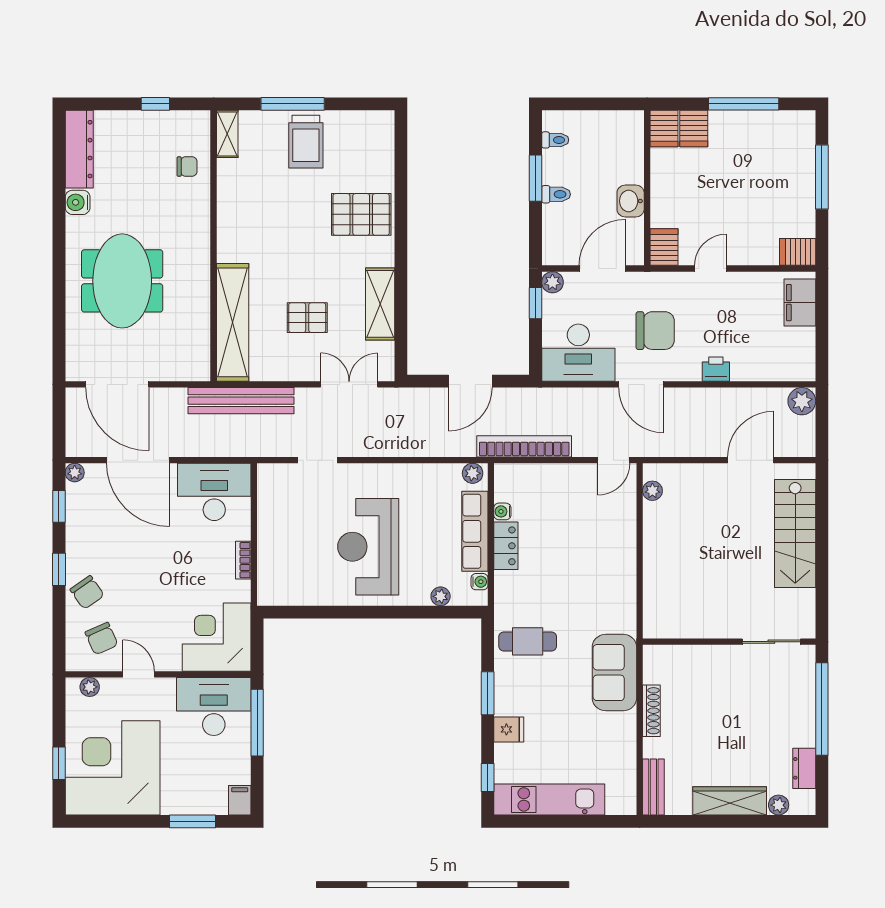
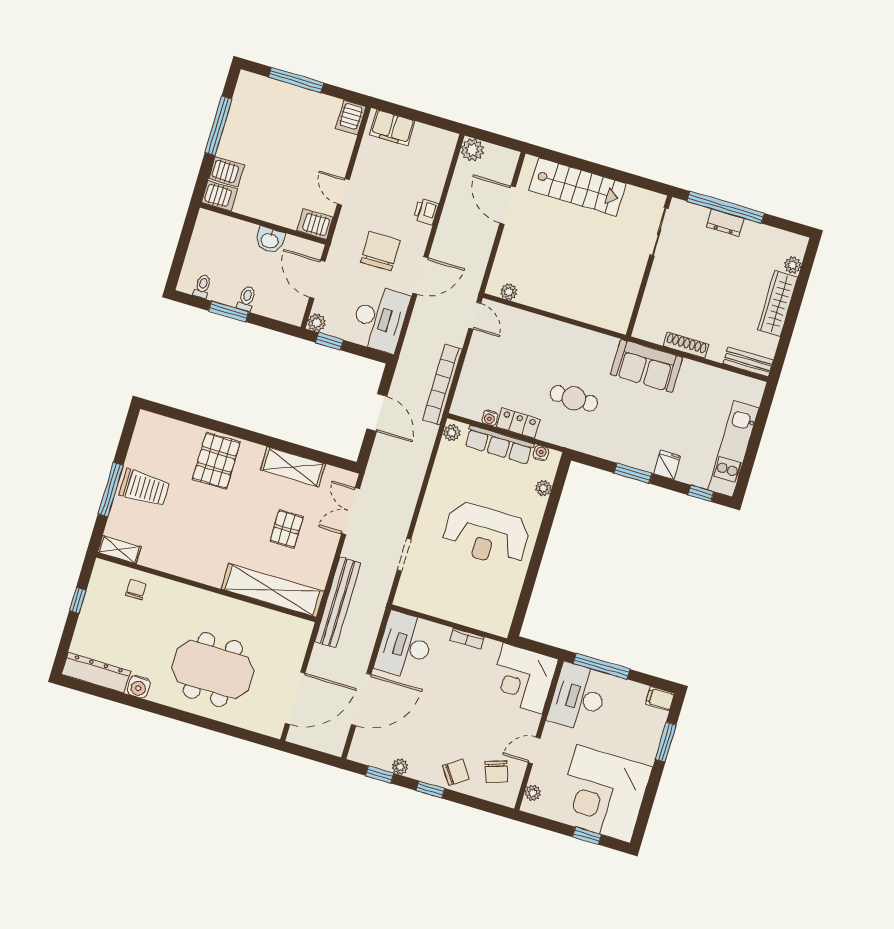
plant: (75, 473) -> (400, 767), moved
chair: (101, 639) -> (496, 772), turned 95
cafe table: (528, 641) -> (574, 398), moved, turned 90
dresser: (804, 768) -> (725, 223), moved

